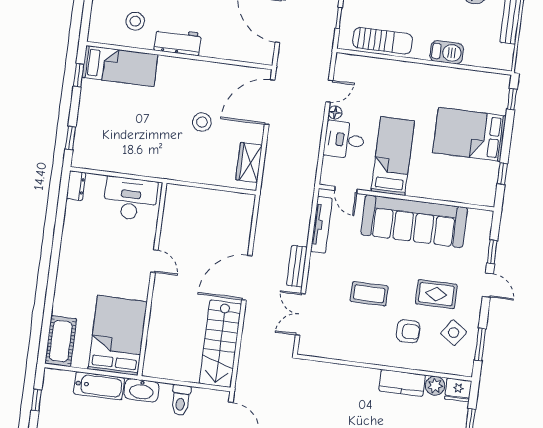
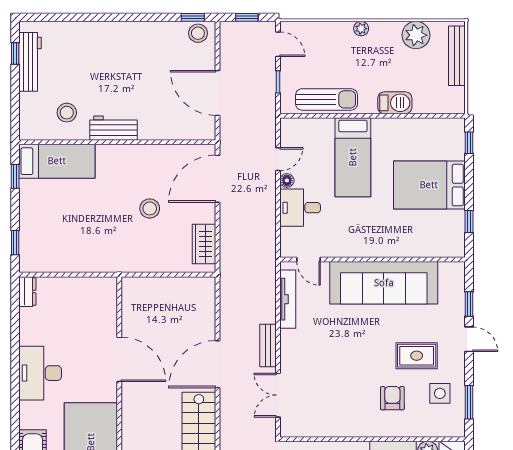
bed: (393, 156) -> (353, 157), moved, turned 180
desk: (130, 199) -> (40, 373), moved, turned -90
door: (154, 261) -> (119, 359), width x1.88
coffee table: (369, 294) -> (347, 364), removed
armchair: (408, 331) -> (392, 398), turned -90
side table: (454, 333) -> (440, 393), turned -35

